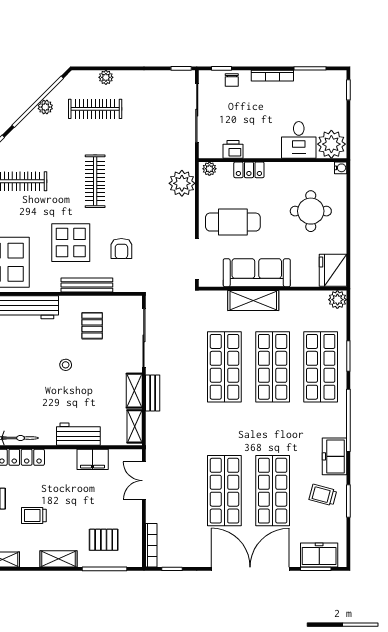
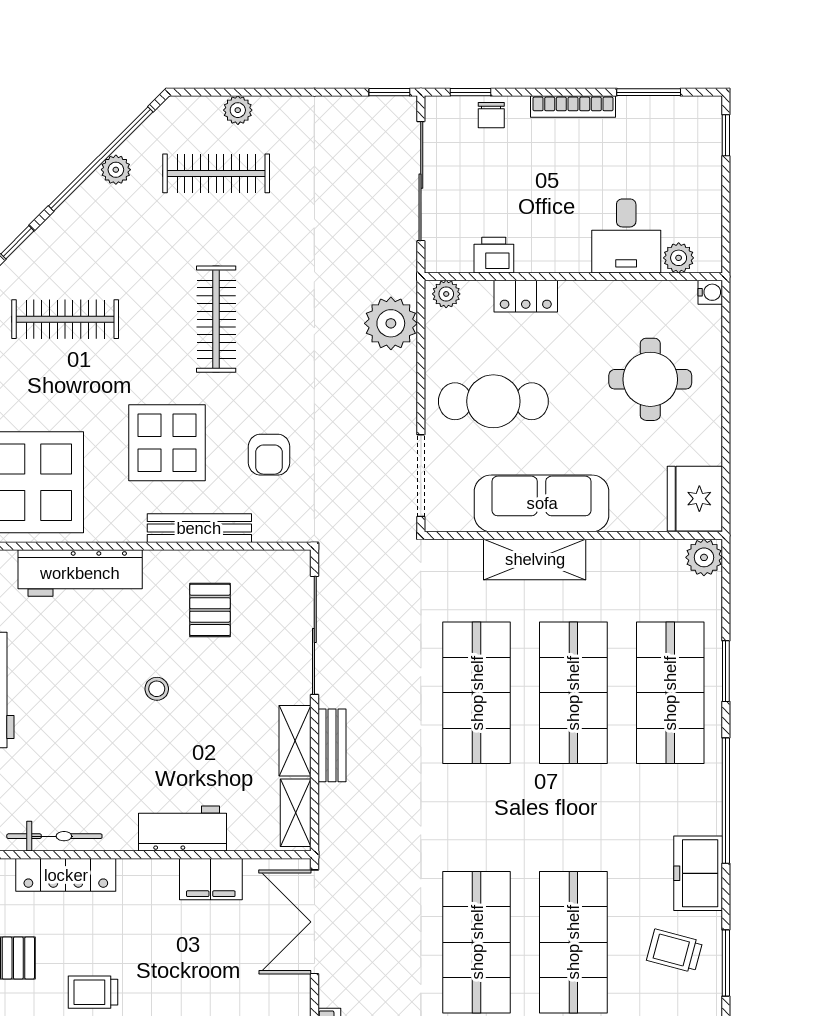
plant: (331, 144) -> (679, 258), width x0.53, depth x0.53
double door: (144, 481) -> (314, 922), width x1.37

